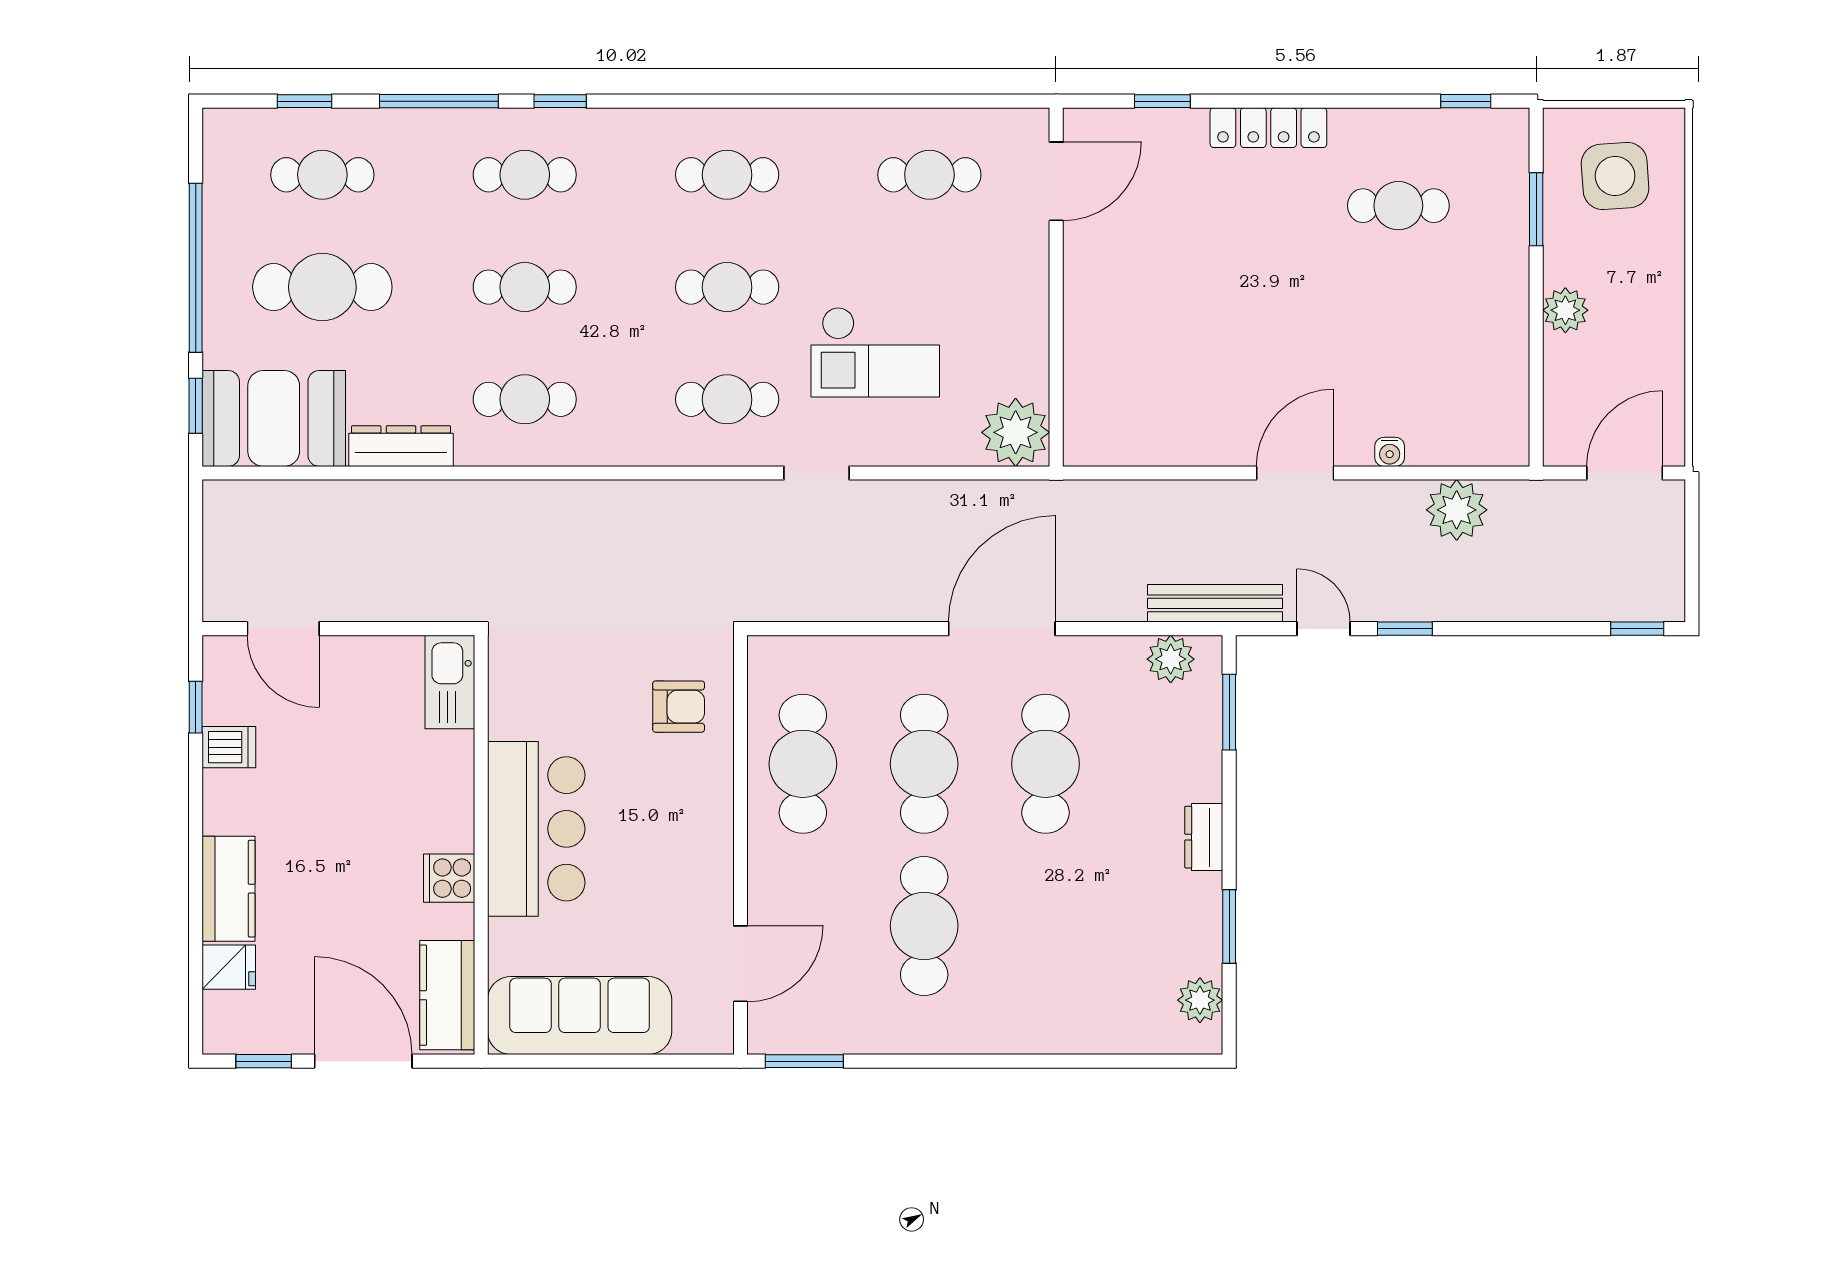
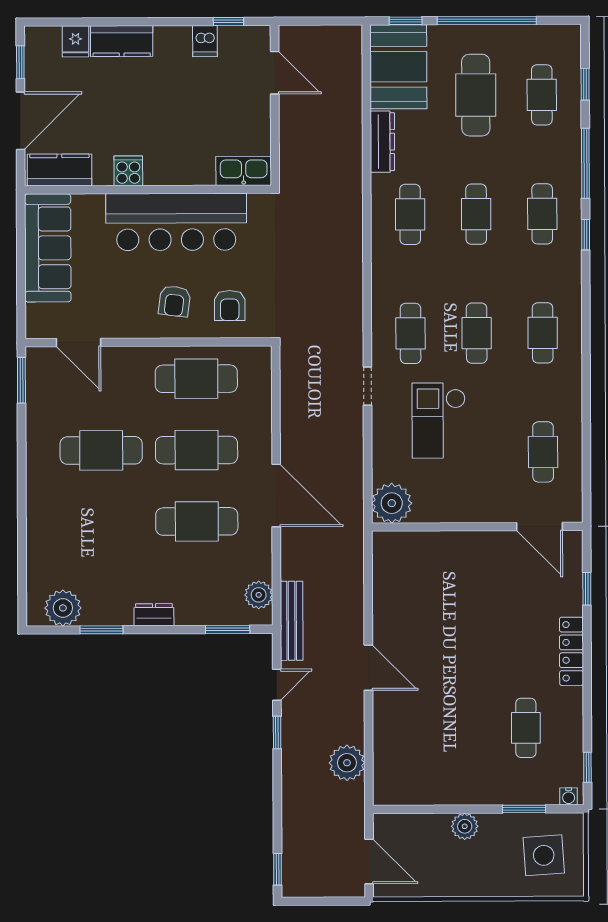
water cooler: (1390, 452) -> (569, 796), moved, turned -90
door: (283, 629) -> (275, 73), swing flipped
armchair: (671, 800) -> (175, 301), added
bar counter: (536, 829) -> (176, 222), width x1.36
plant: (1200, 1000) -> (63, 608), width x1.36, depth x1.36

